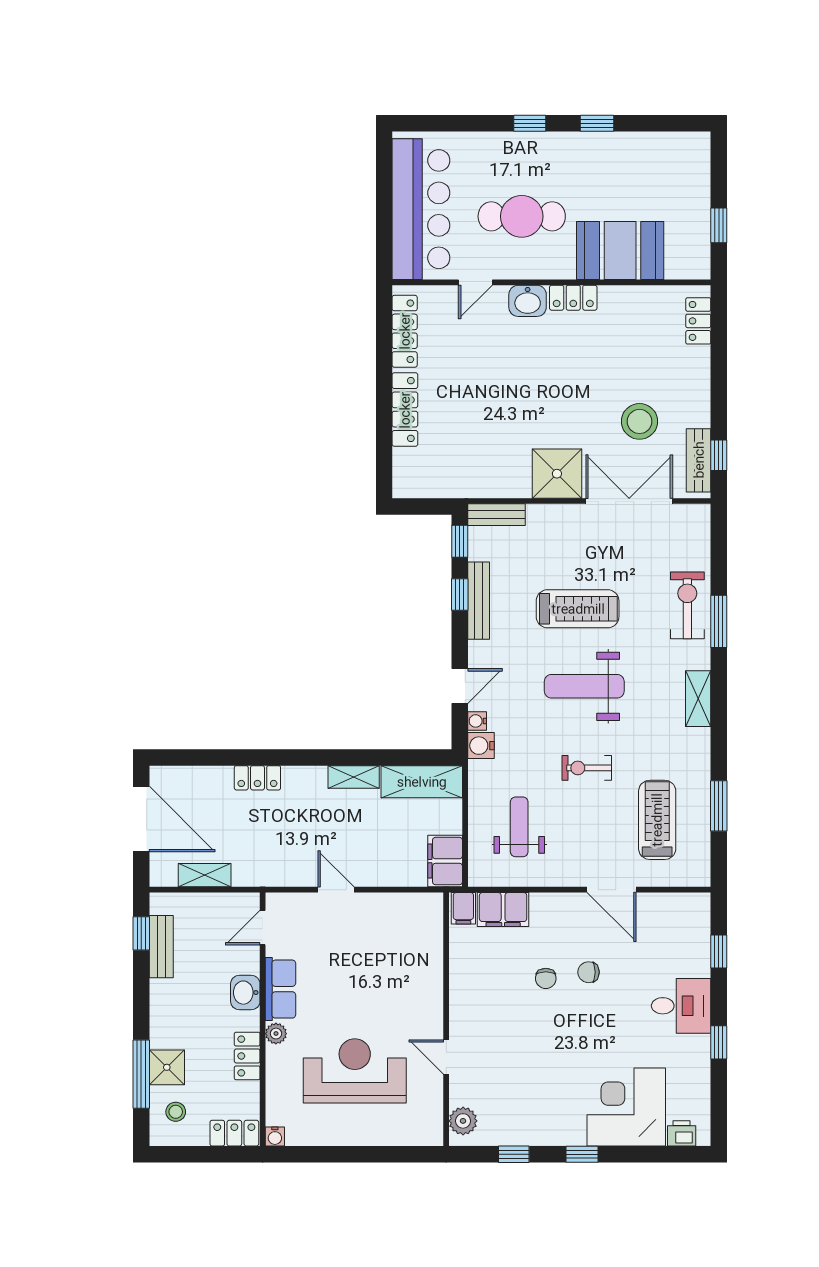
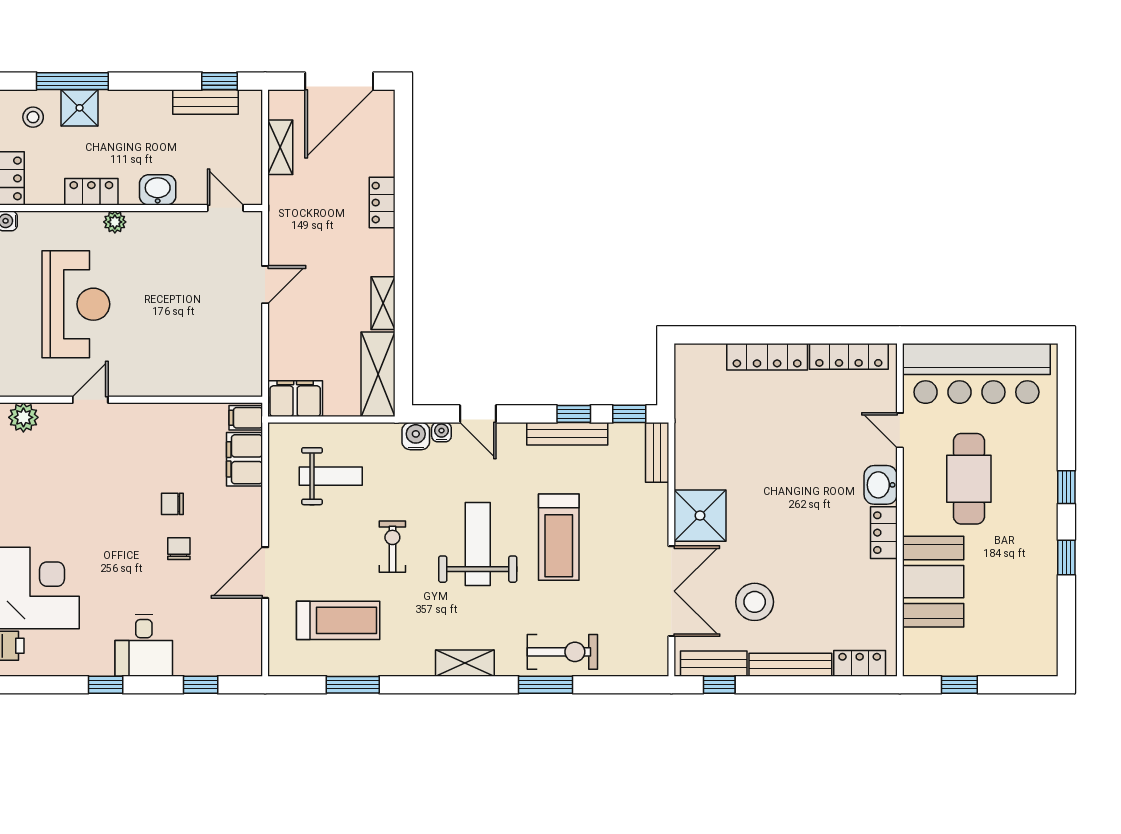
bench: (700, 387) -> (790, 665), added
row of seats: (280, 989) -> (161, 227), removed

